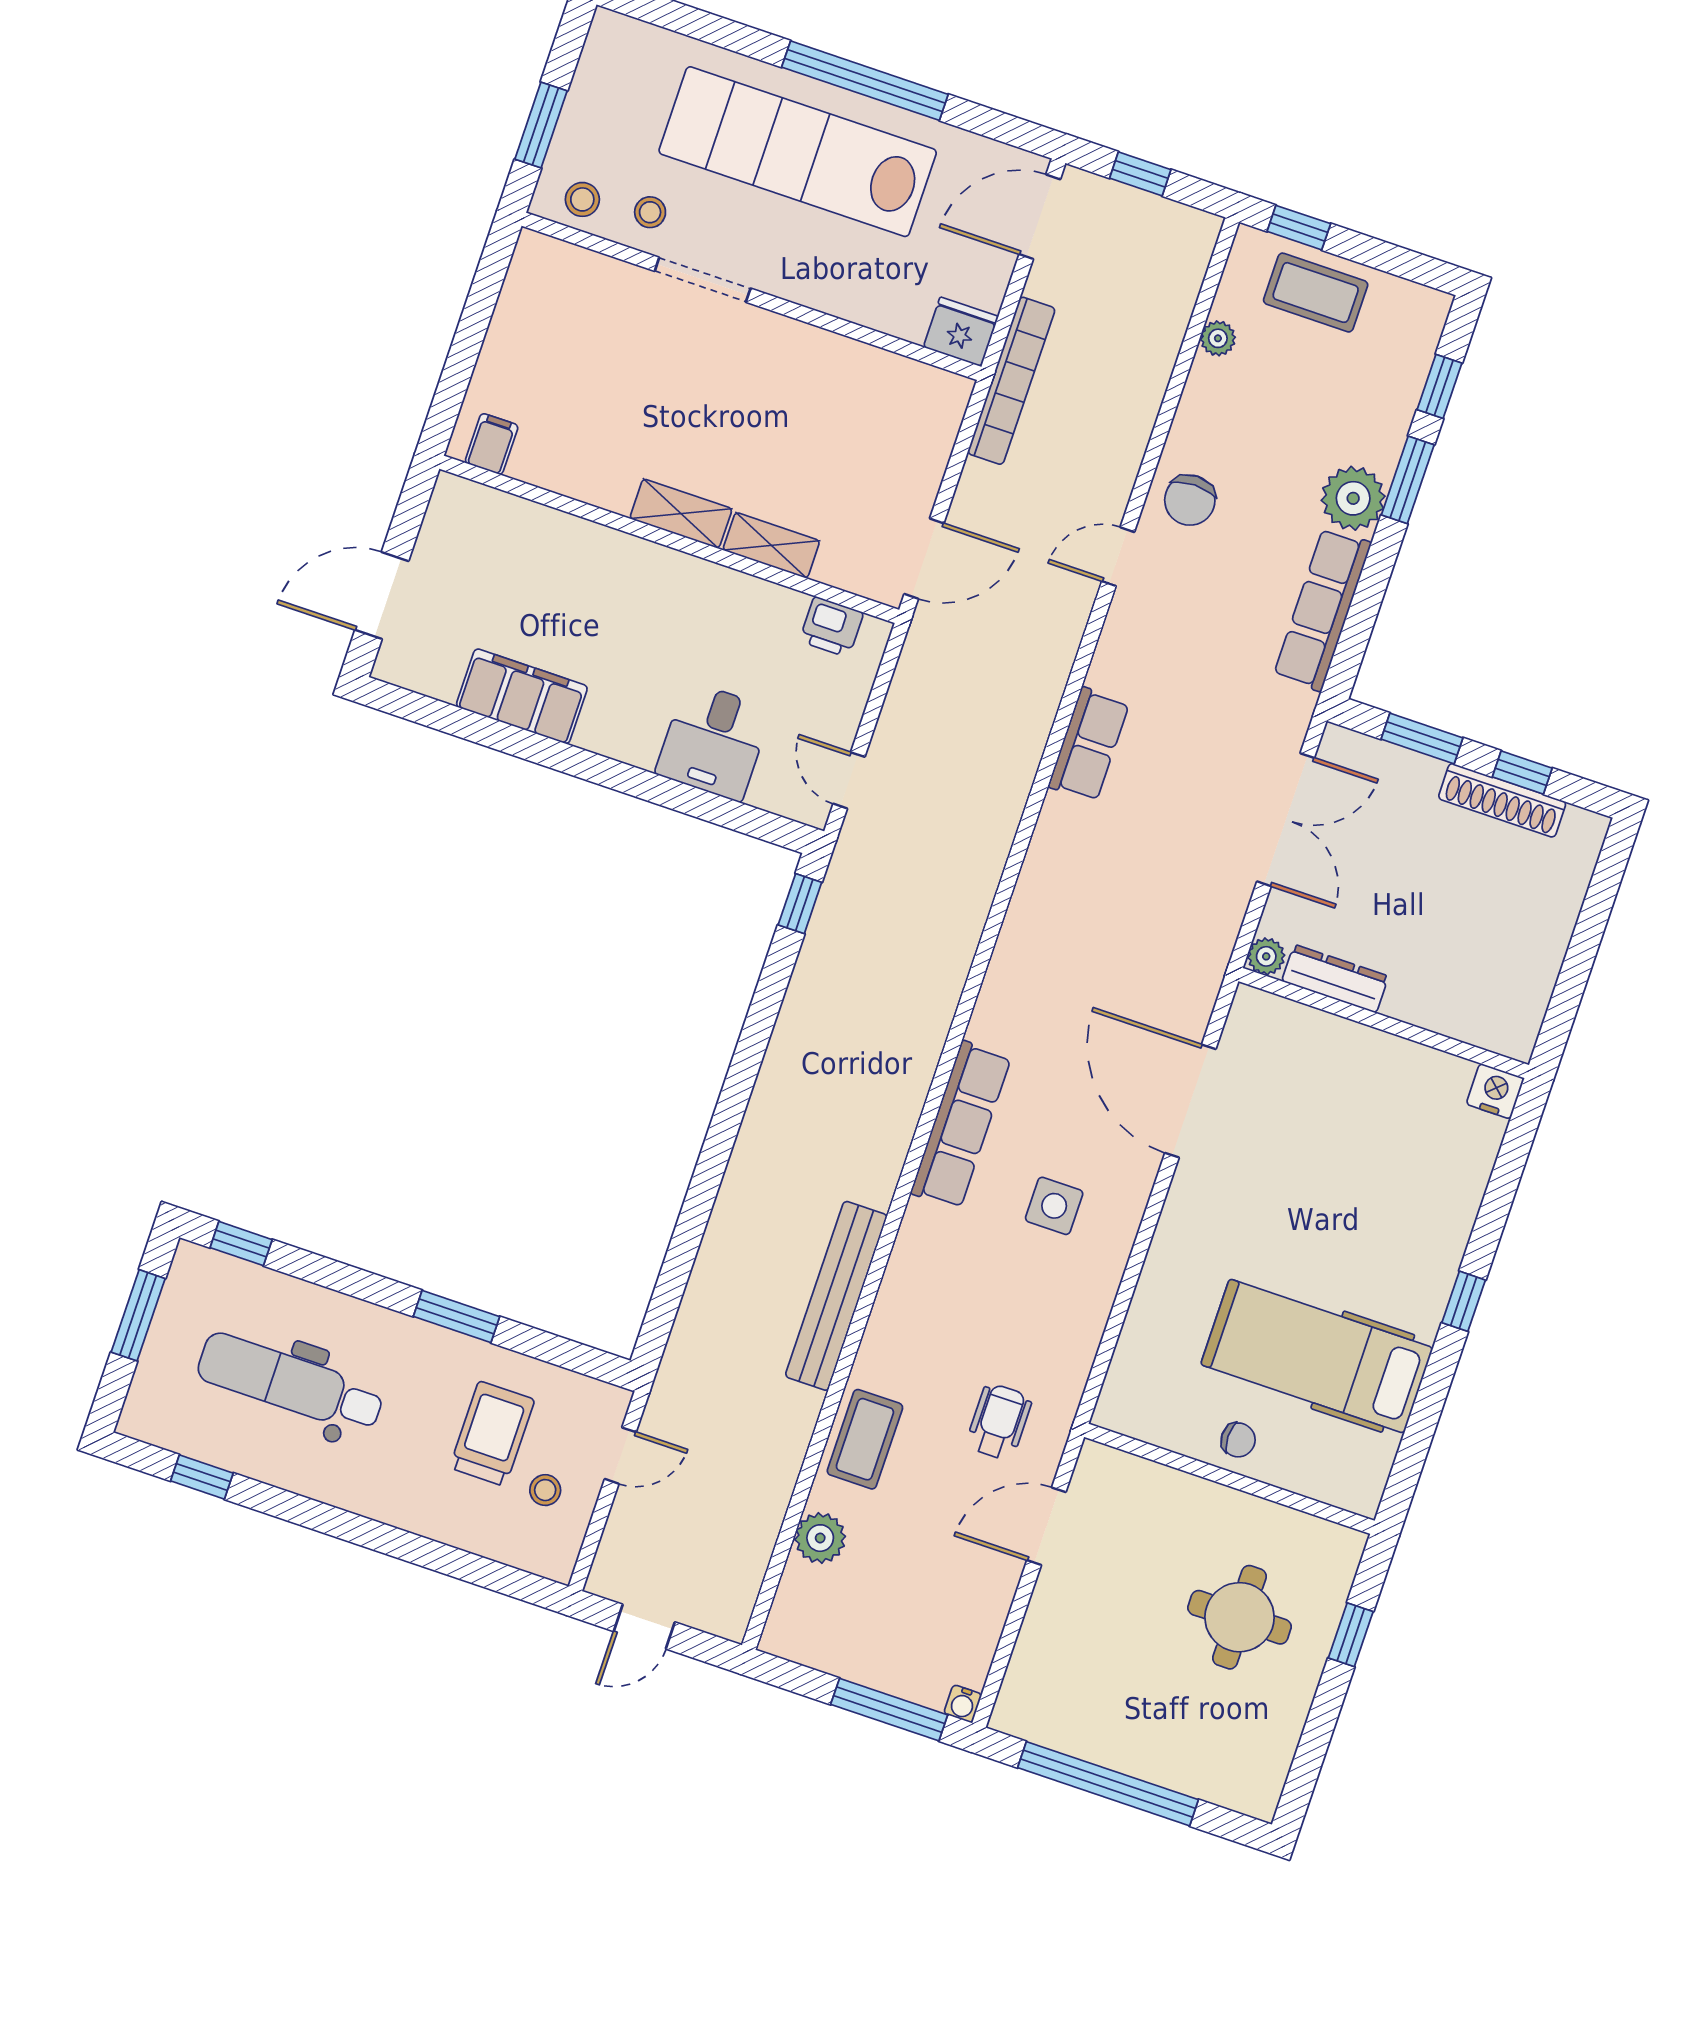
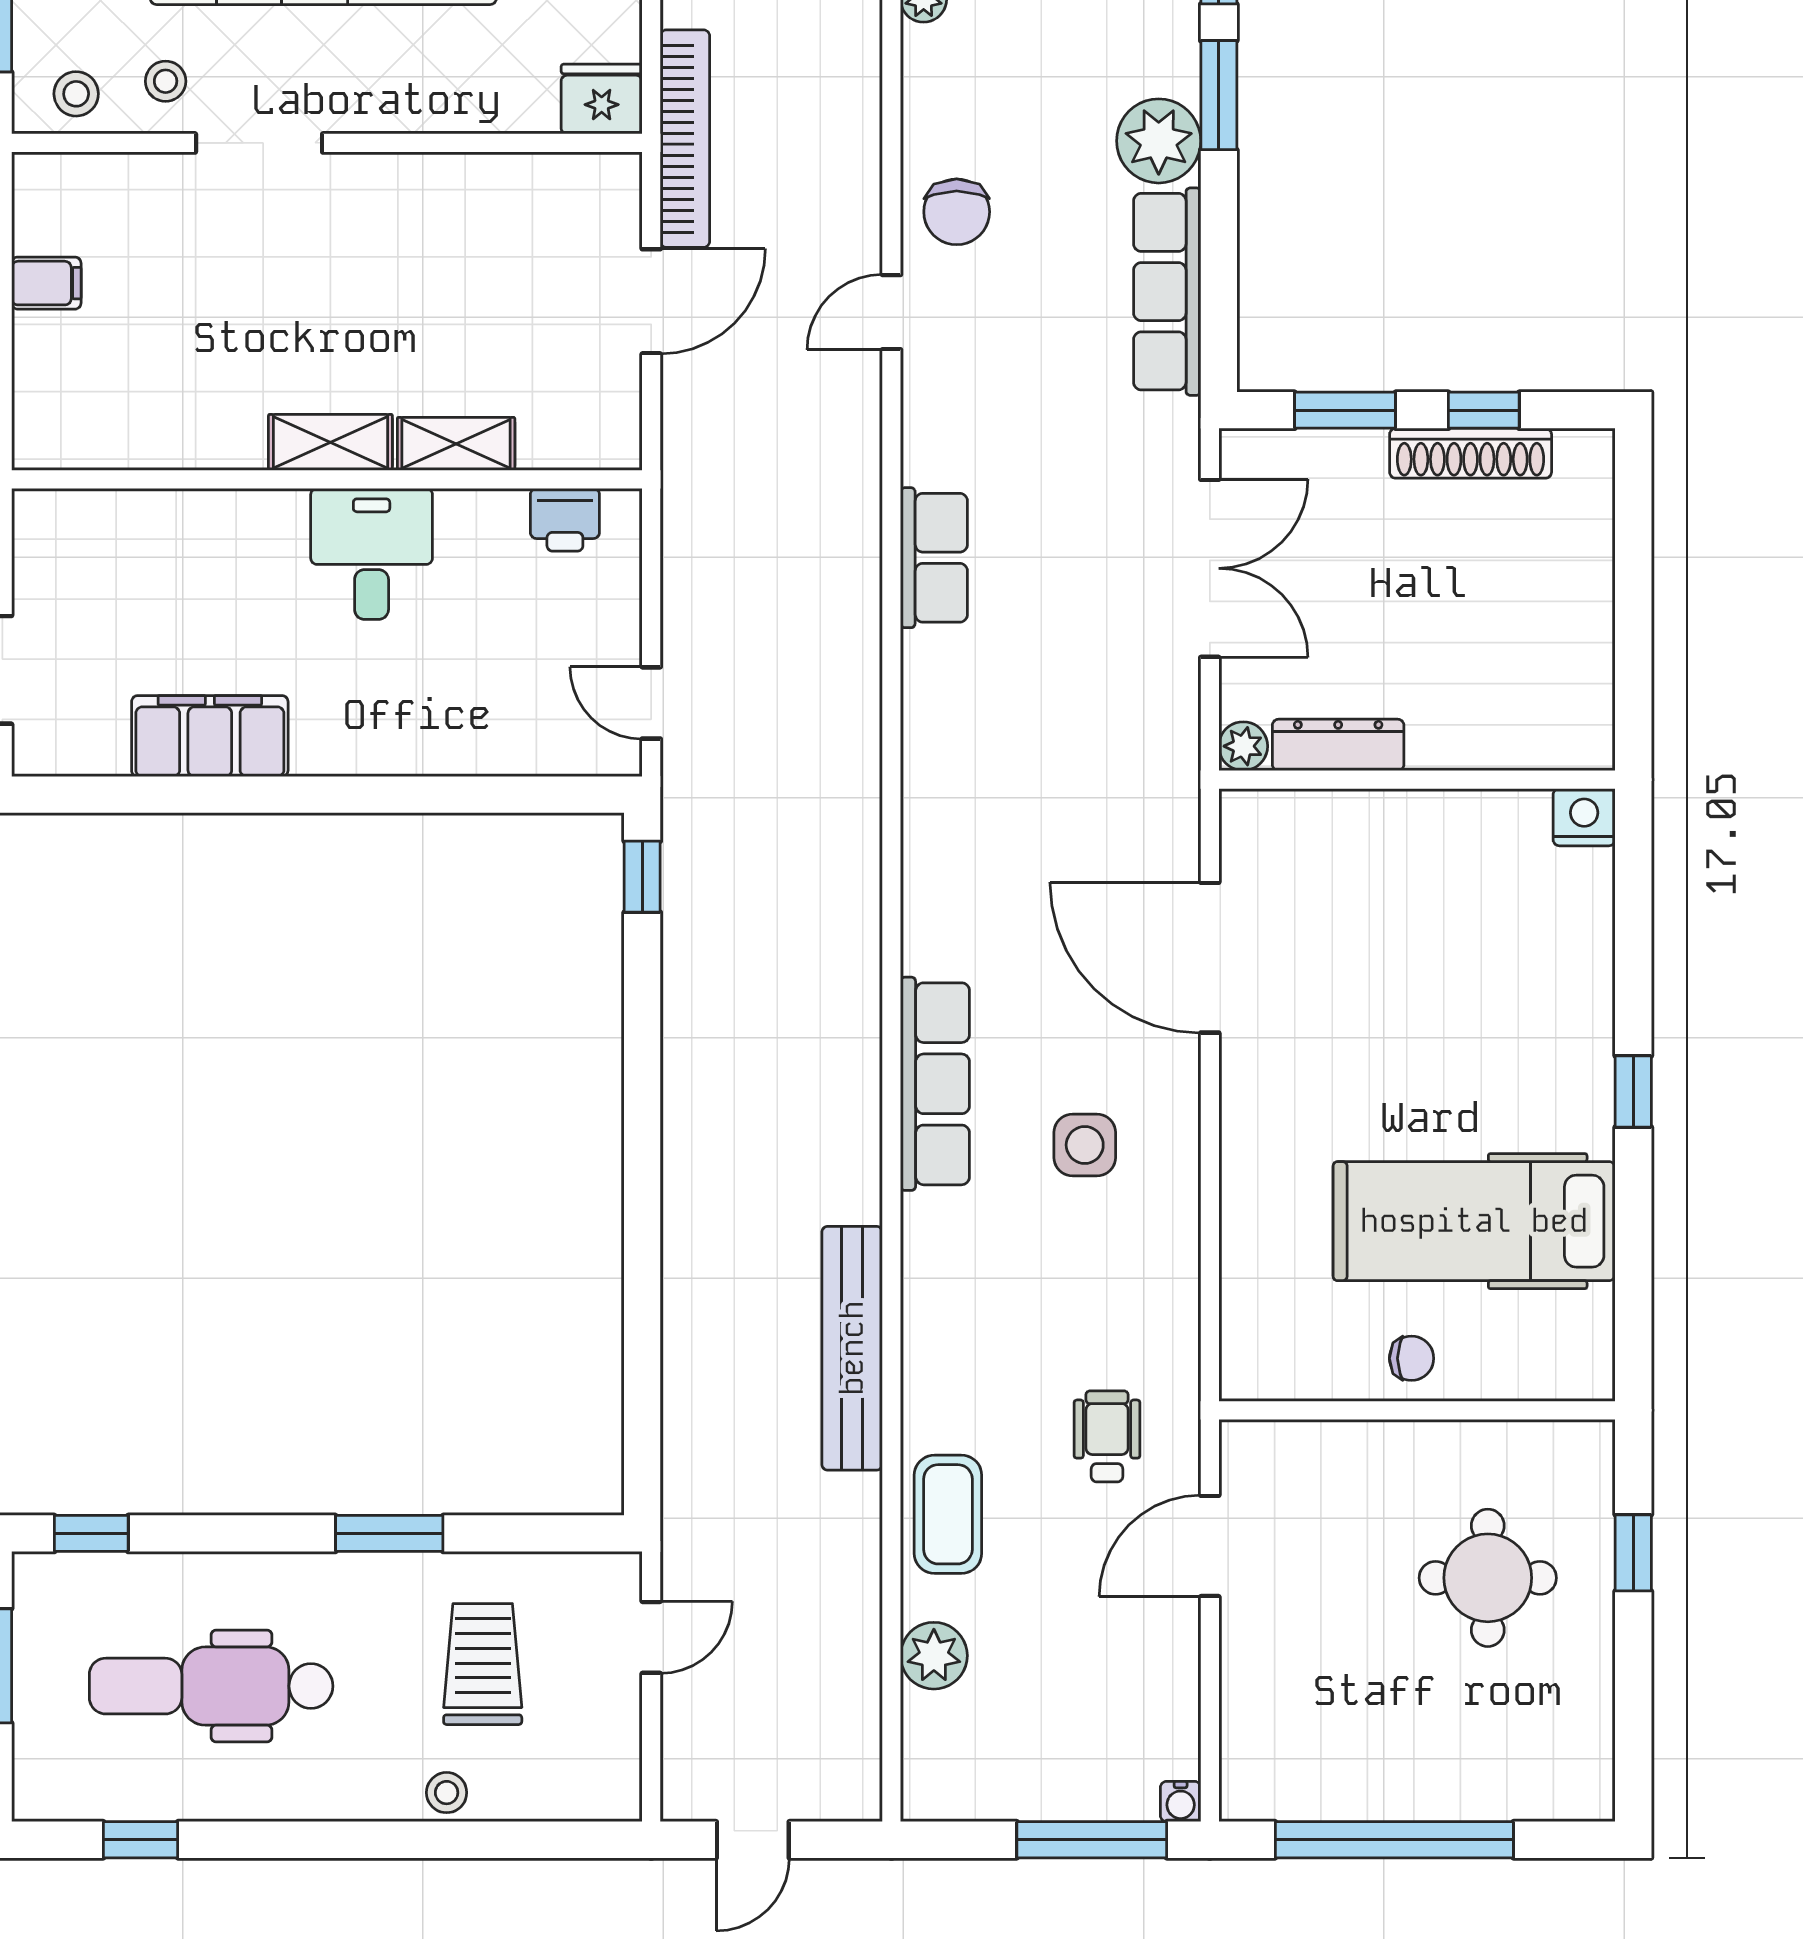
filing cabinet: (492, 444) -> (46, 283), moved, turned 90
door: (924, 559) -> (651, 301), moved
desk: (714, 741) -> (372, 554), moved, turned 180
stool: (545, 1490) -> (447, 1793), moved

